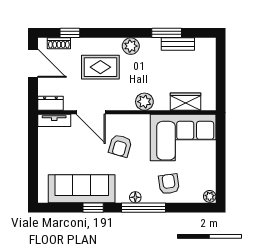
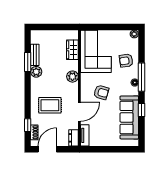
plant: (131, 46) -> (36, 72), moved
rug: (100, 67) -> (50, 105), turned 90

